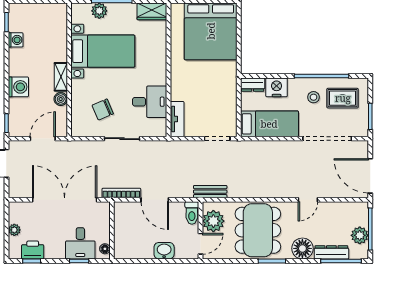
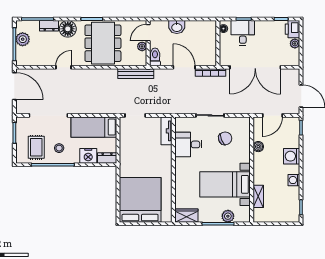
washing machine: (16, 40) -> (294, 180), moved
shelving: (61, 77) -> (258, 196), moved
rug: (343, 98) -> (36, 147), turned 90
bench: (210, 192) -> (136, 74), width x1.36
plant: (213, 221) -> (142, 46), width x0.53, depth x0.53
printer: (33, 250) -> (292, 29), moved, turned 90
dresser: (331, 252) -> (49, 26), width x0.70

